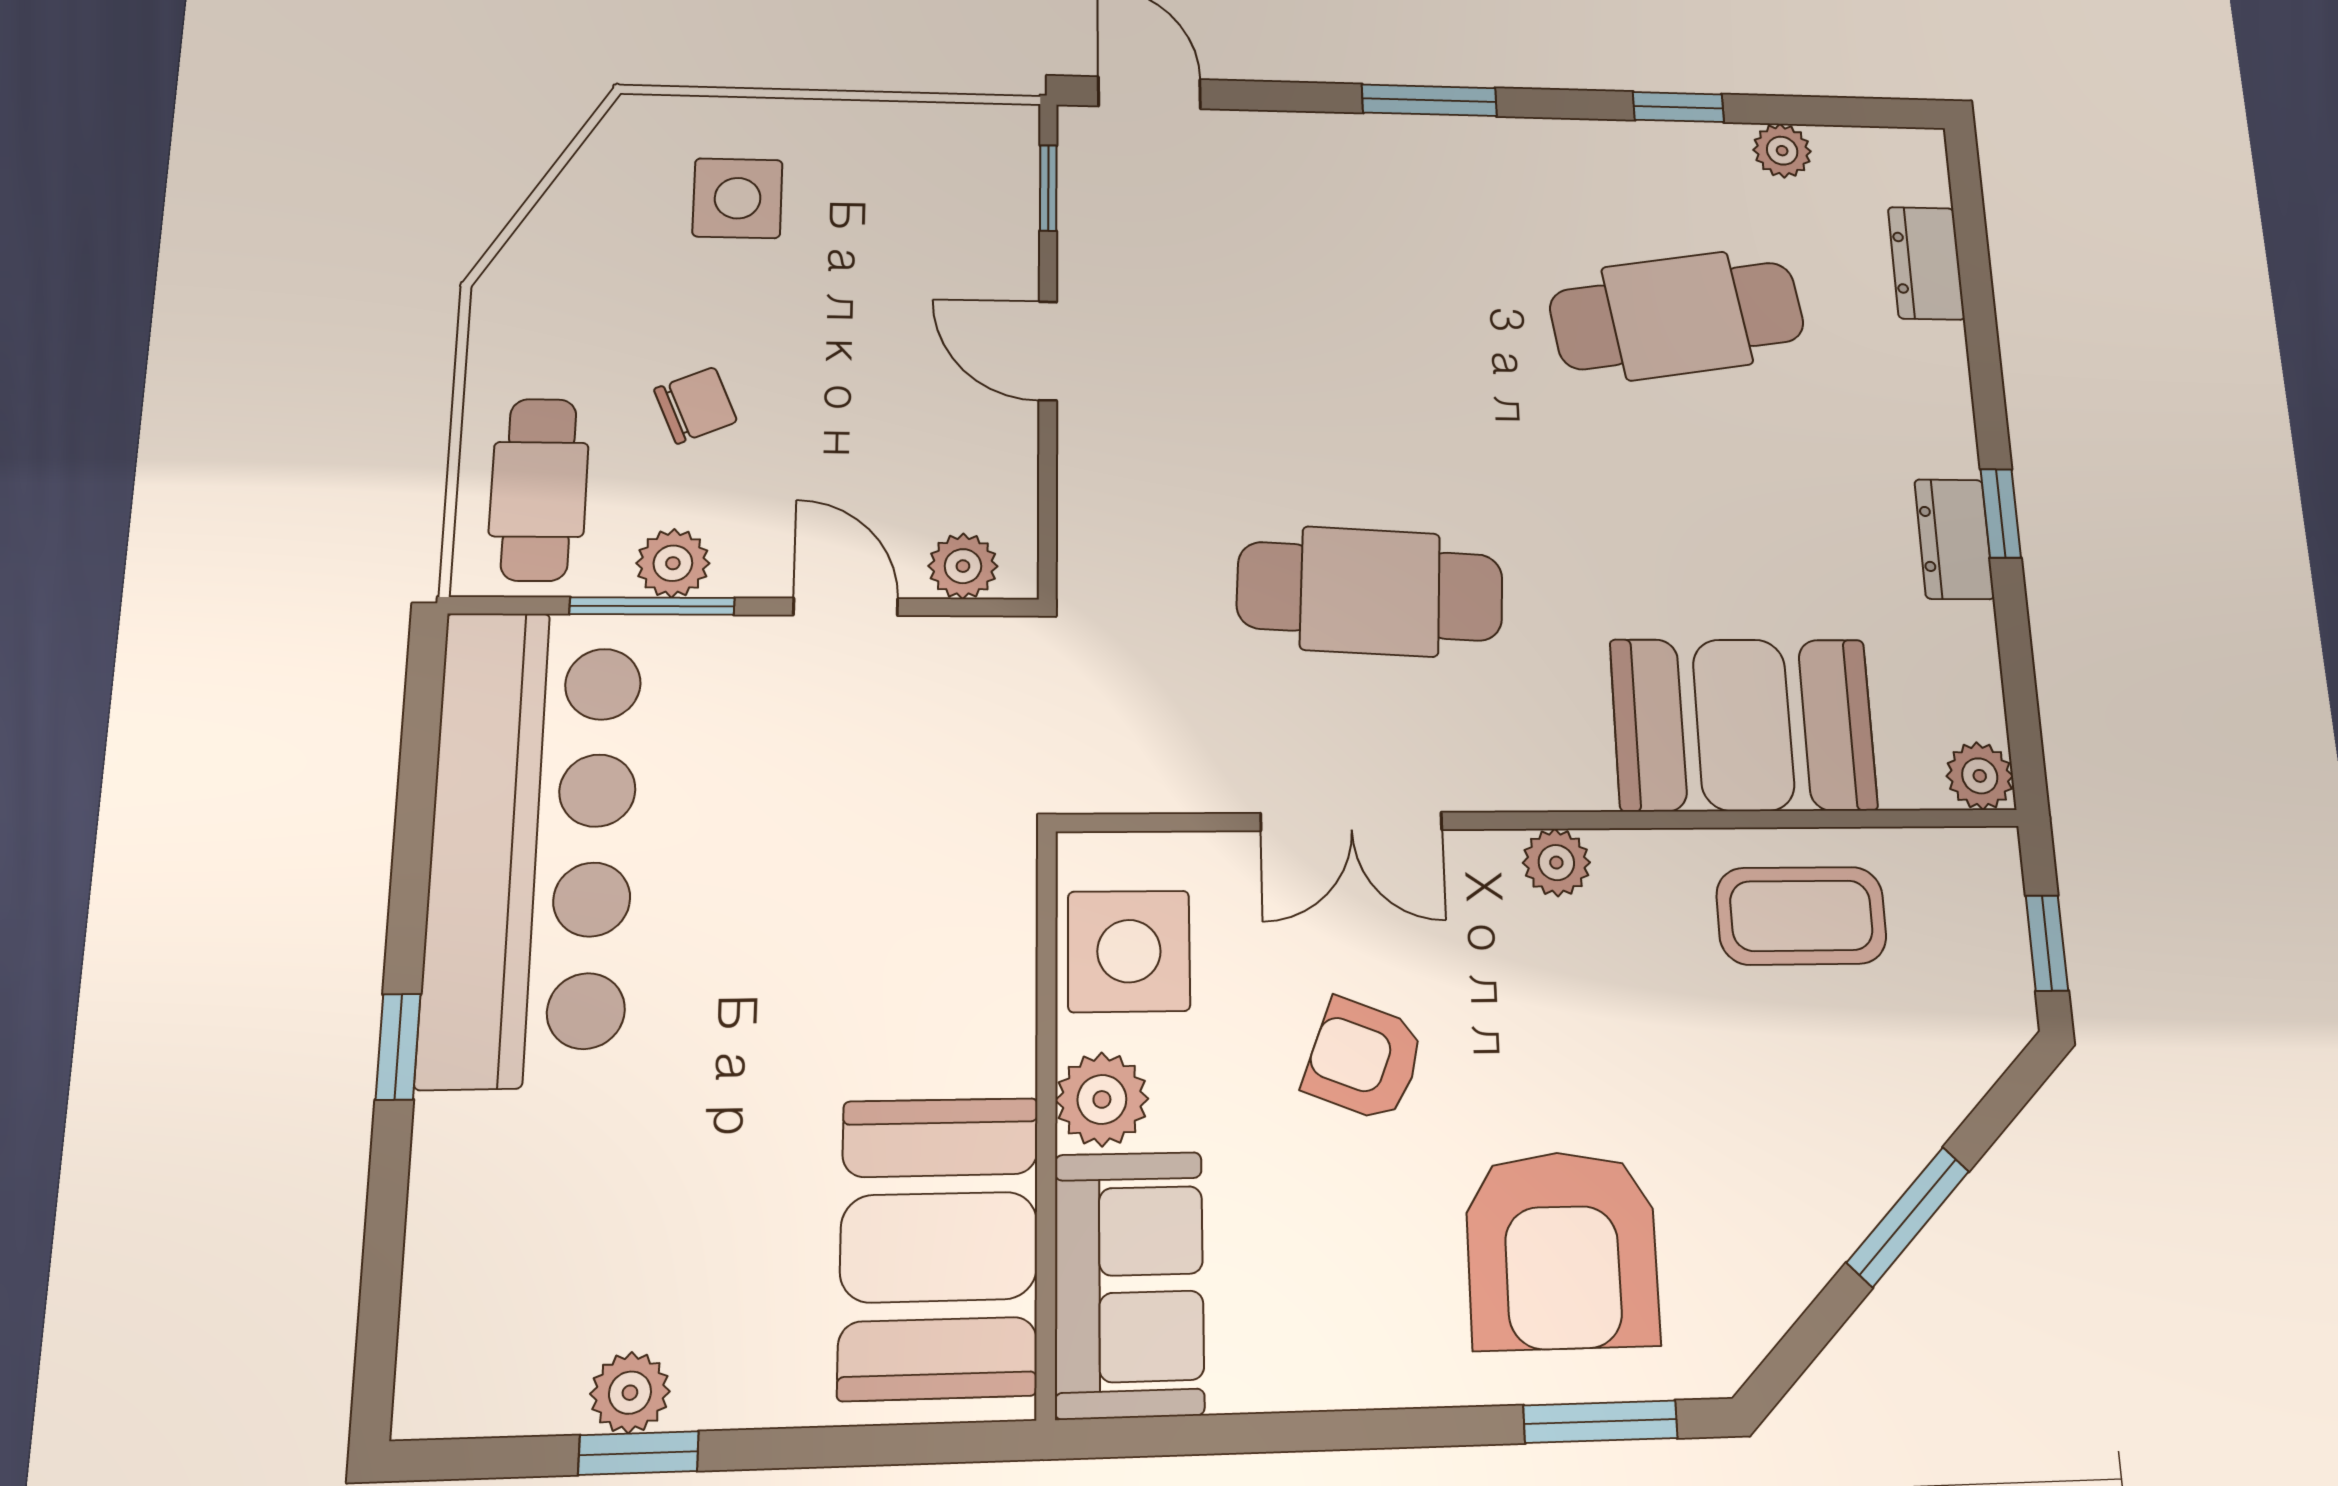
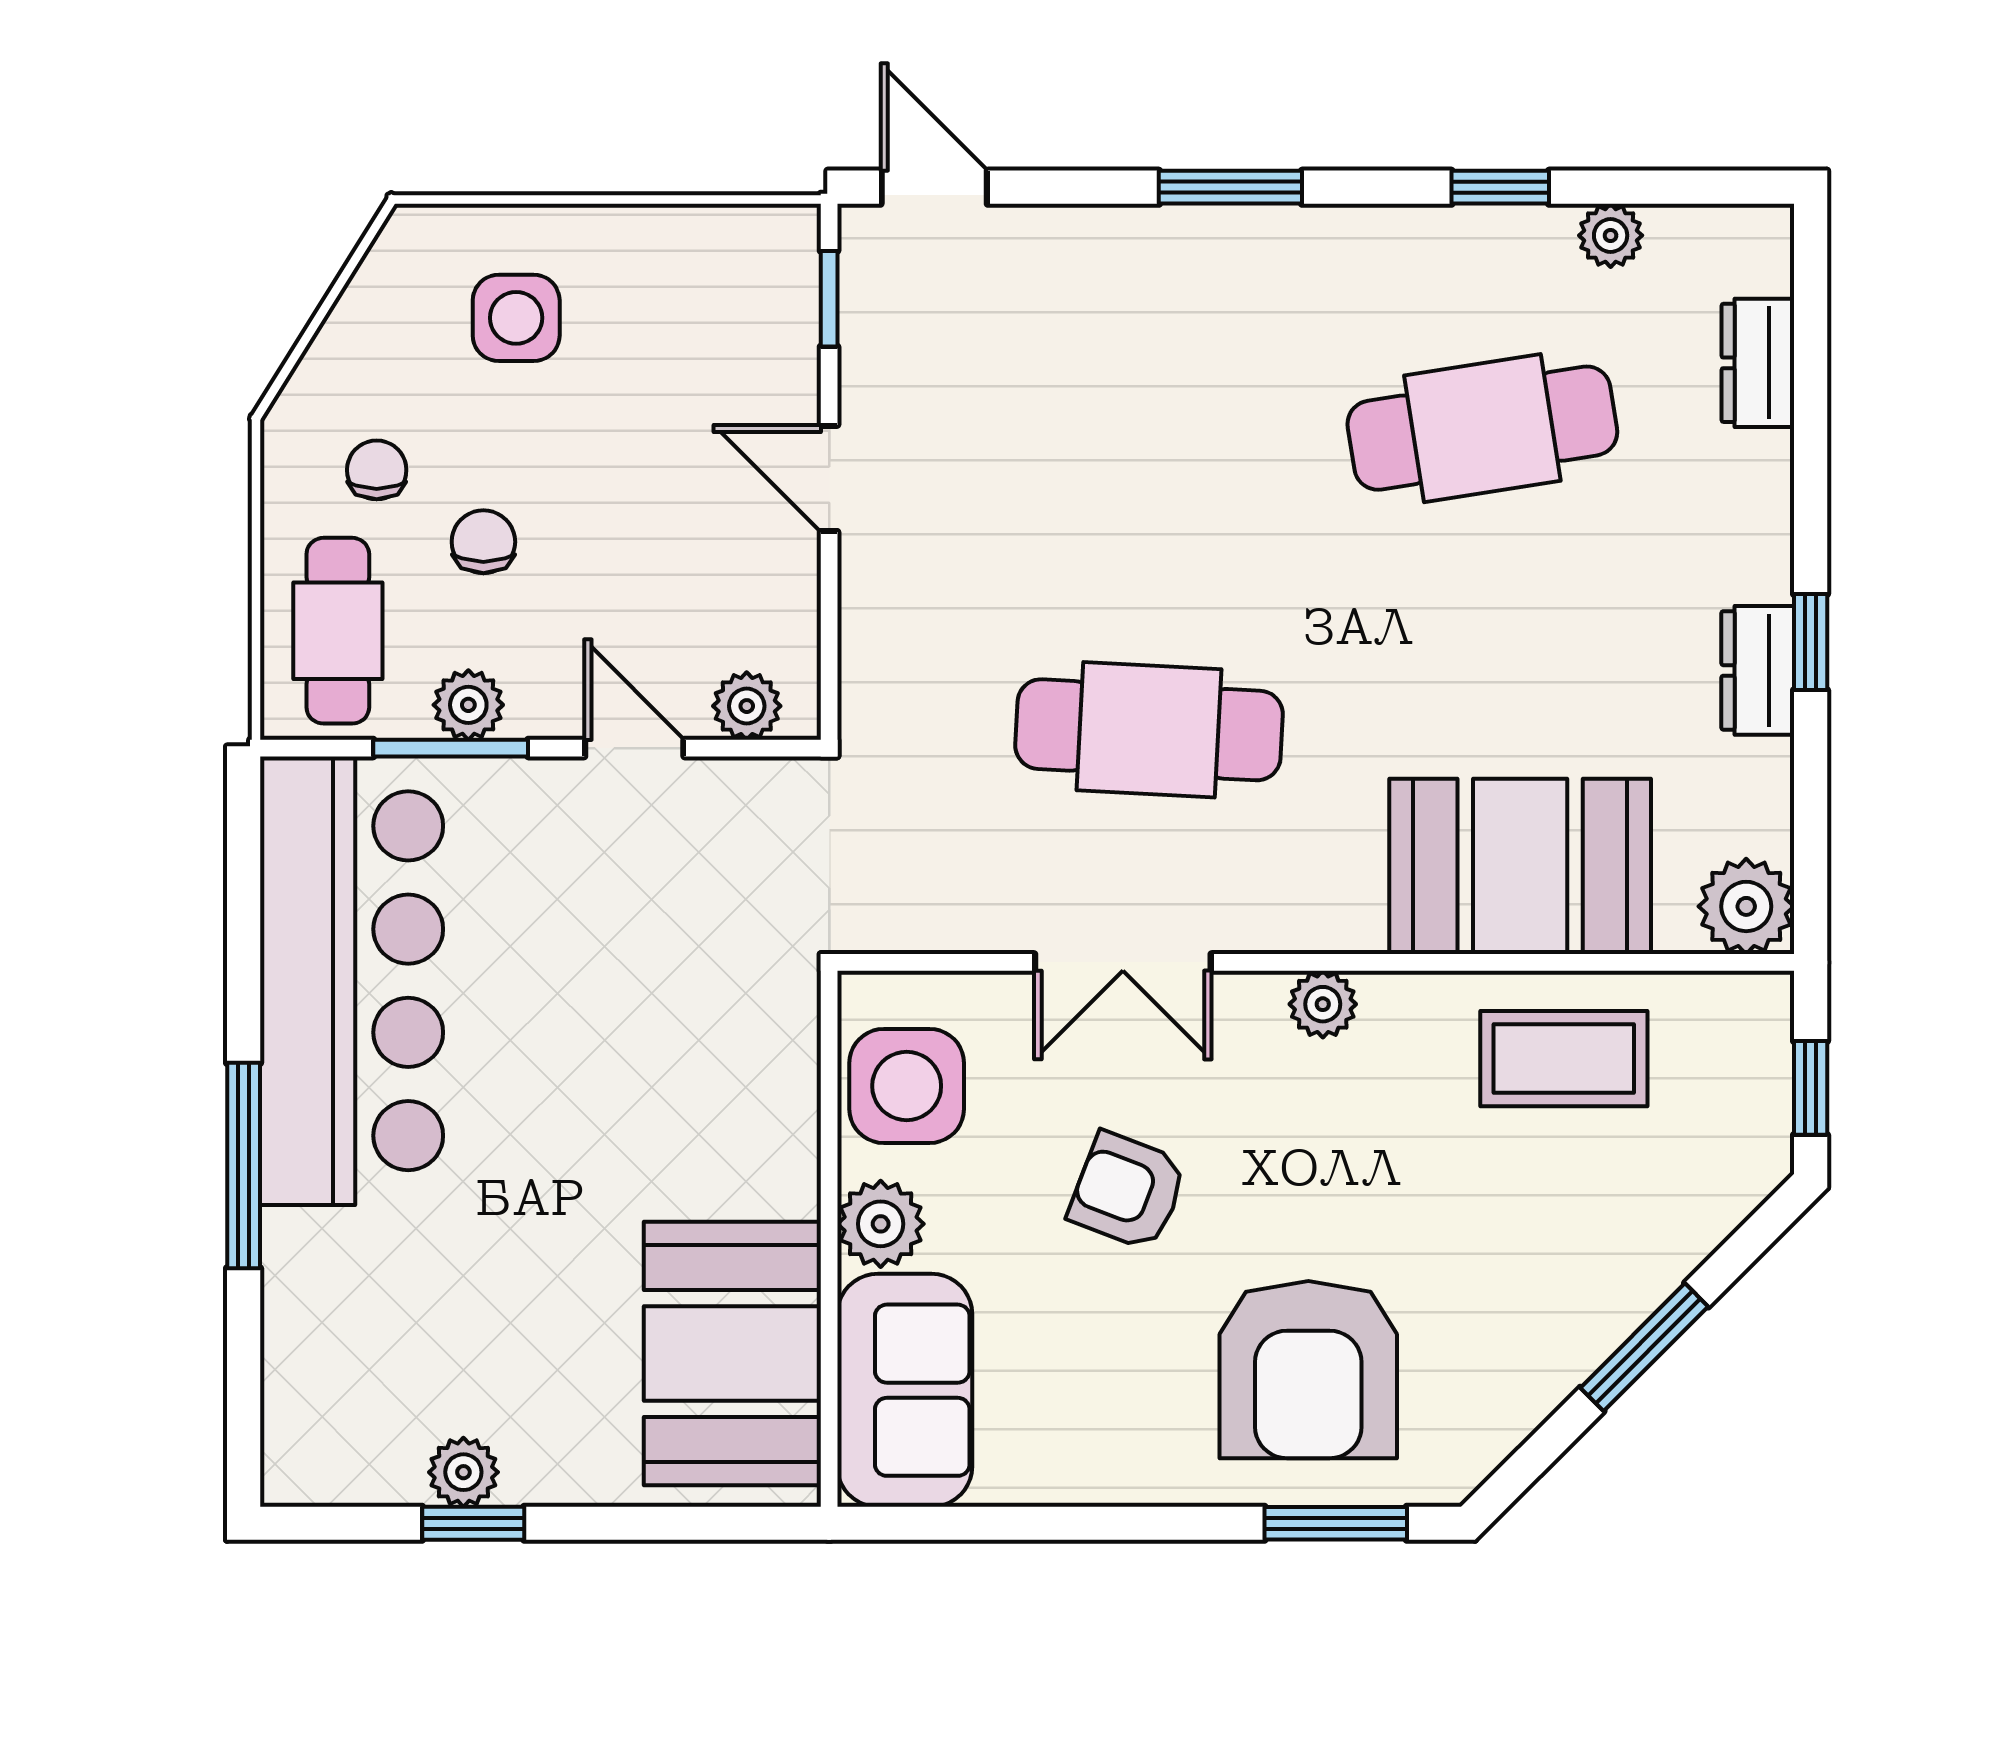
chair: (588, 336) -> (377, 470), added
chair: (696, 405) -> (483, 542), turned -67
plant: (1980, 776) -> (1746, 906), width x1.38, depth x1.38
window: (398, 1047) -> (244, 1166), width x2.17

